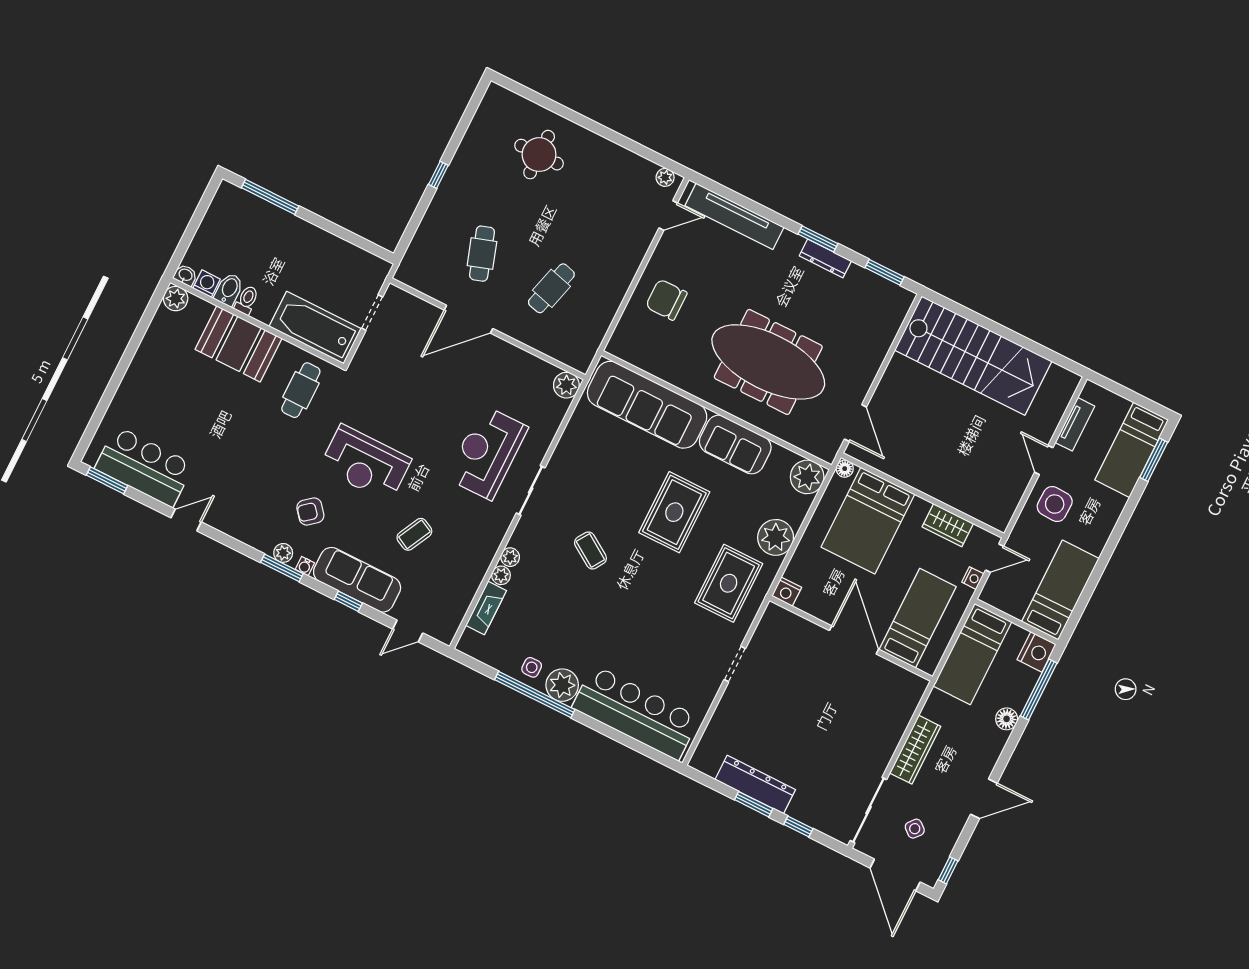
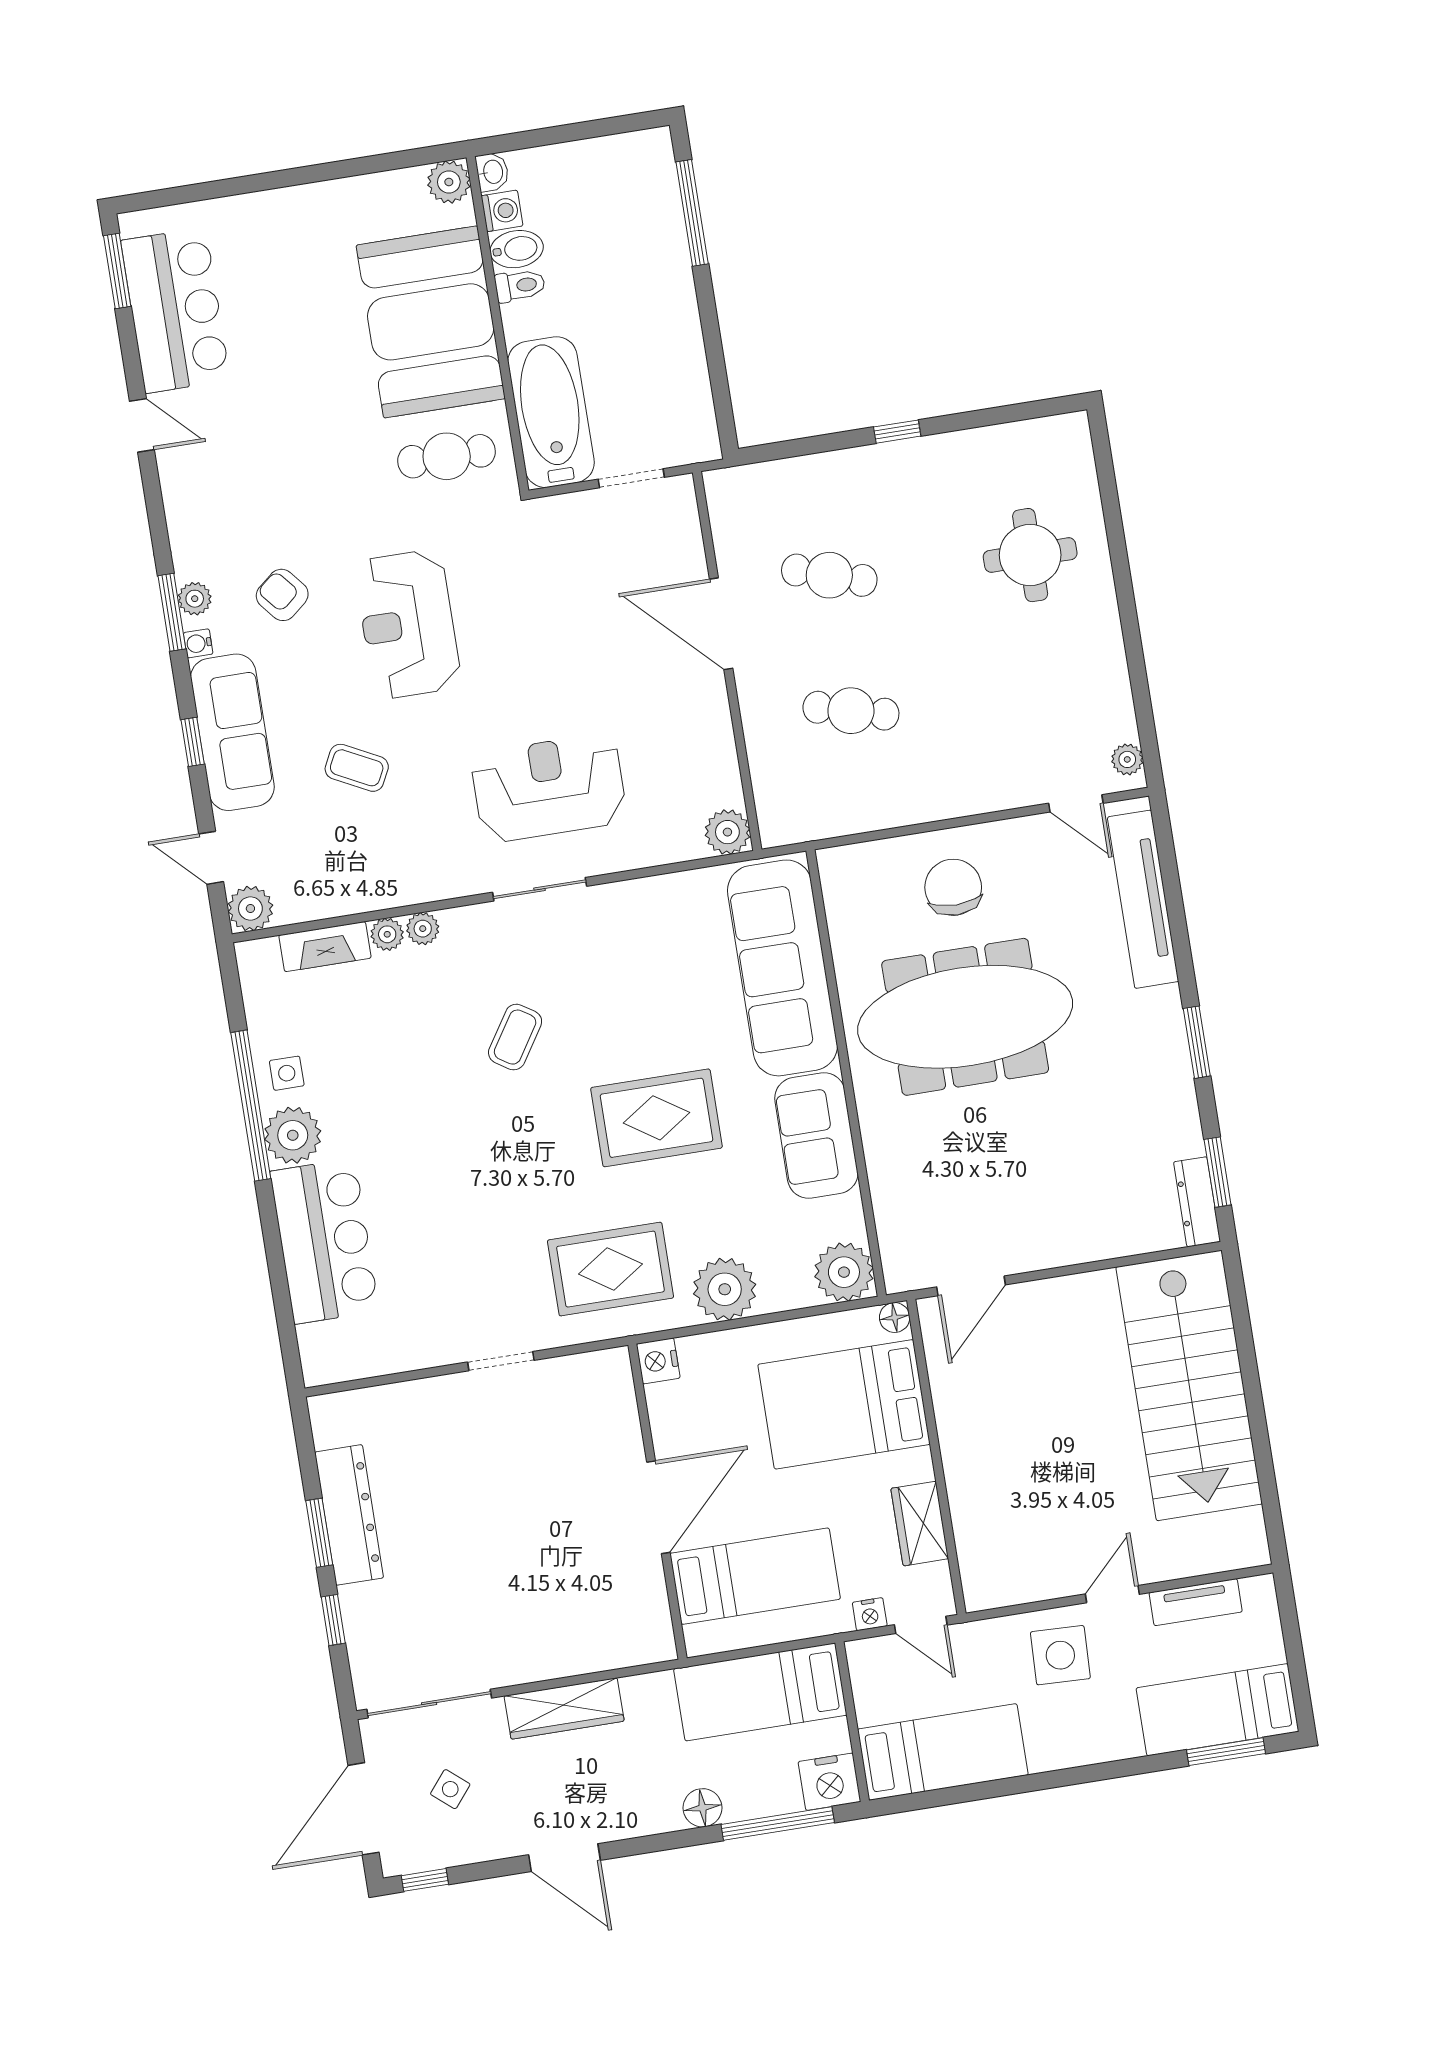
cafe table: (482, 254) -> (829, 575), turned 36
dresser: (825, 258) -> (1197, 1202), moved
booth: (239, 344) -> (431, 322), width x1.36, depth x1.42
meeting table: (768, 362) -> (965, 1017), moved, turned 90
plant: (444, 630) -> (250, 909), added
bar counter: (636, 713) -> (325, 1241), width x0.73

